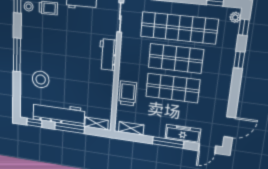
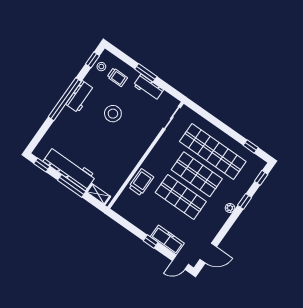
plant: (235, 17) -> (230, 208), moved
window: (17, 55) -> (65, 99), width x1.46
workbench: (108, 55) -> (80, 97), moved, turned 180
stool: (41, 79) -> (113, 114), moved
shelving: (131, 128) -> (126, 213), removed
window: (168, 142) -> (151, 242), width x0.46

